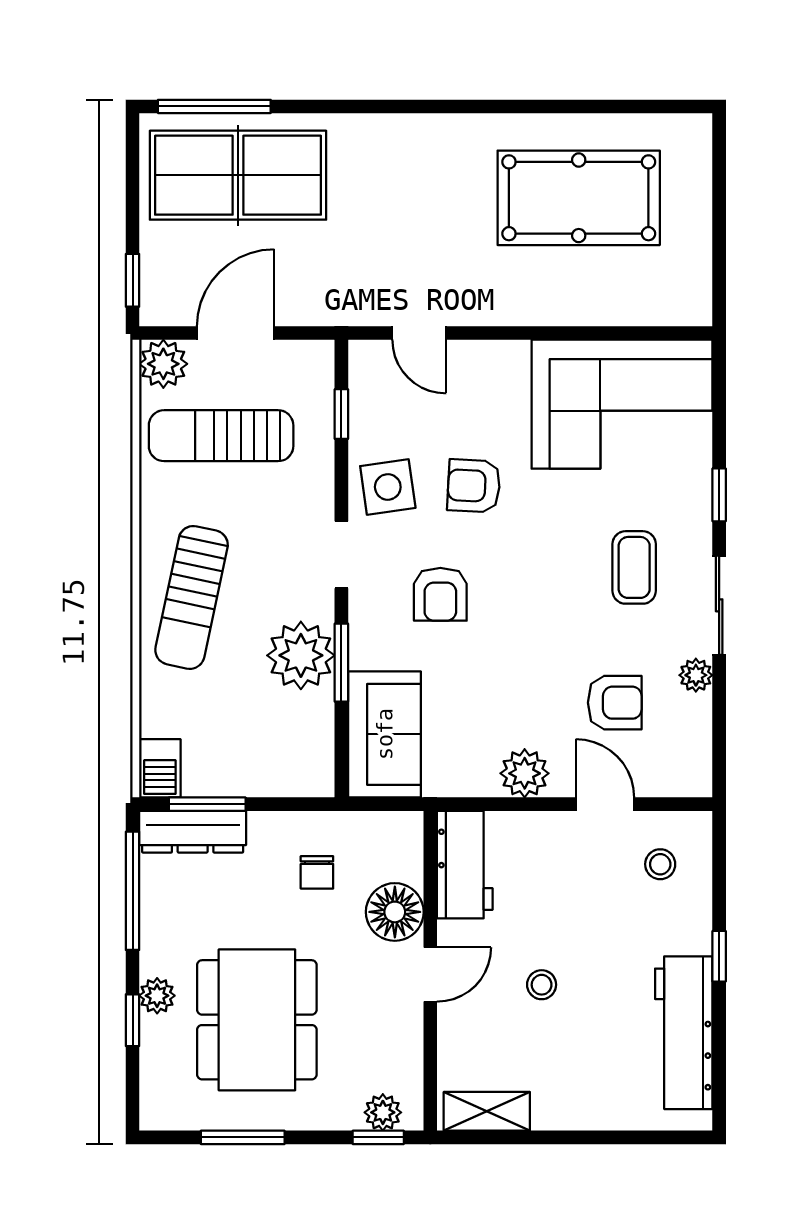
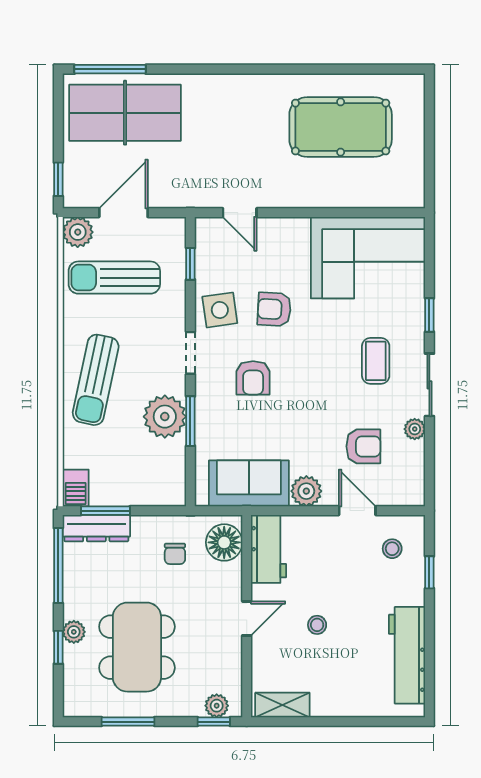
sofa: (385, 734) -> (249, 483), moved, turned -90
floor lamp: (395, 912) -> (224, 542), moved
window: (719, 956) -> (429, 572), moved

